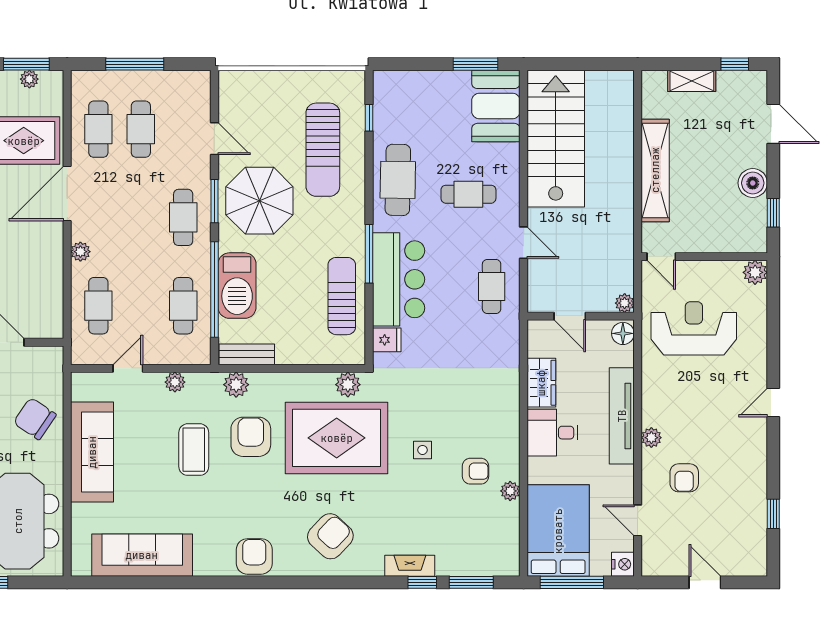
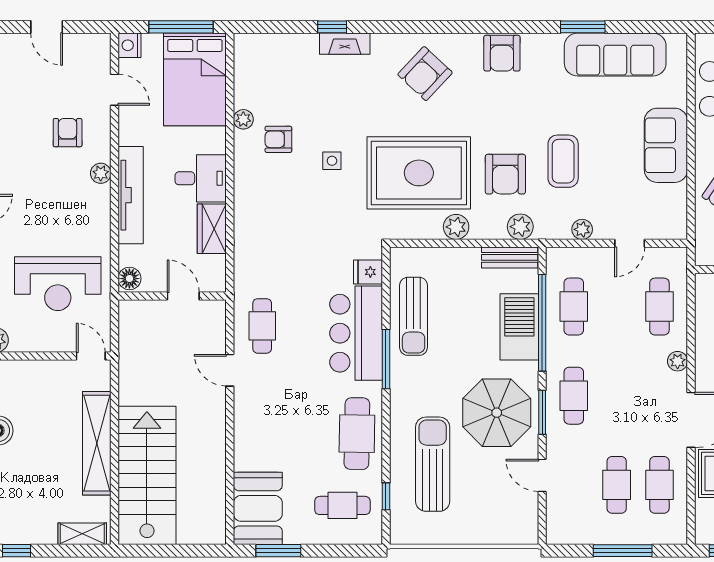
shelving: (692, 81) -> (82, 534), moved
stairs: (556, 139) -> (147, 475), moved, turned 180
cafe table: (468, 194) -> (342, 505), moved
plant: (625, 303) -> (128, 309), removed
plant: (348, 385) -> (456, 227), moved
sofa: (92, 452) -> (666, 145), width x0.73
window: (471, 582) -> (583, 27), moved

